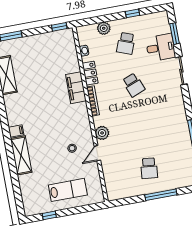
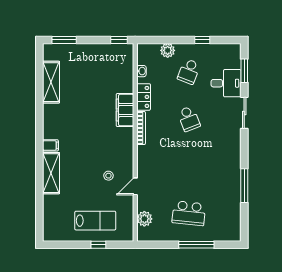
plant: (102, 133) -> (144, 219), moved
school desk: (149, 168) -> (189, 213), width x1.85
window: (49, 215) -> (98, 245), moved

